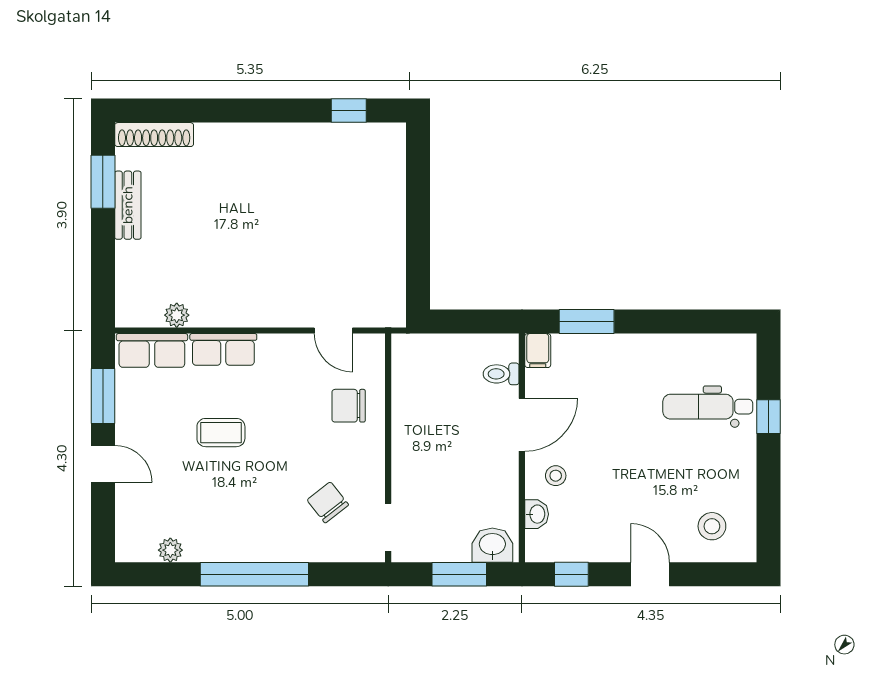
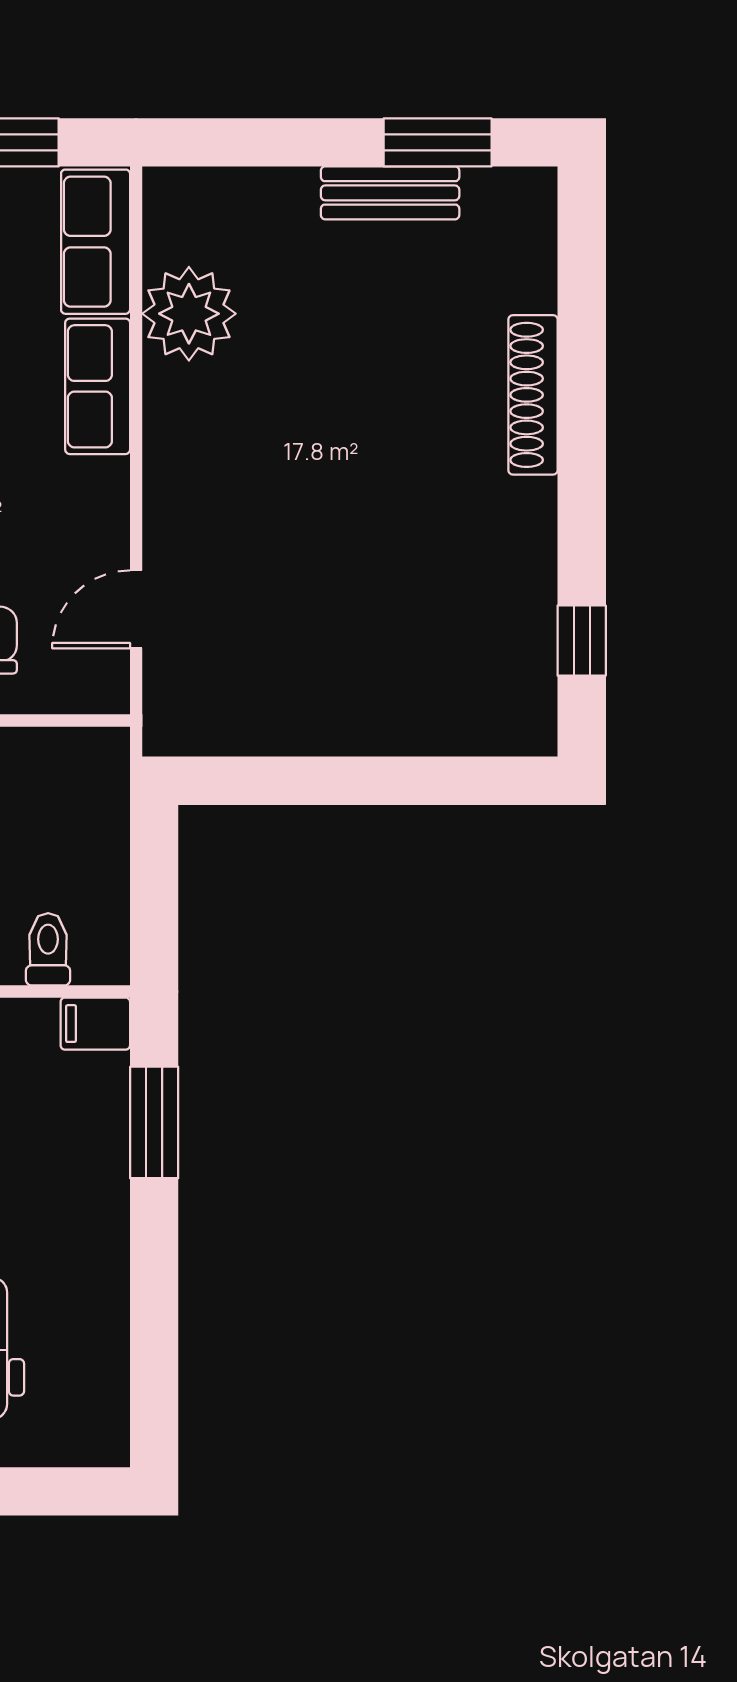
shoe rack: (154, 135) -> (533, 395), moved
plant: (177, 315) -> (189, 314), width x1.87, depth x1.87

